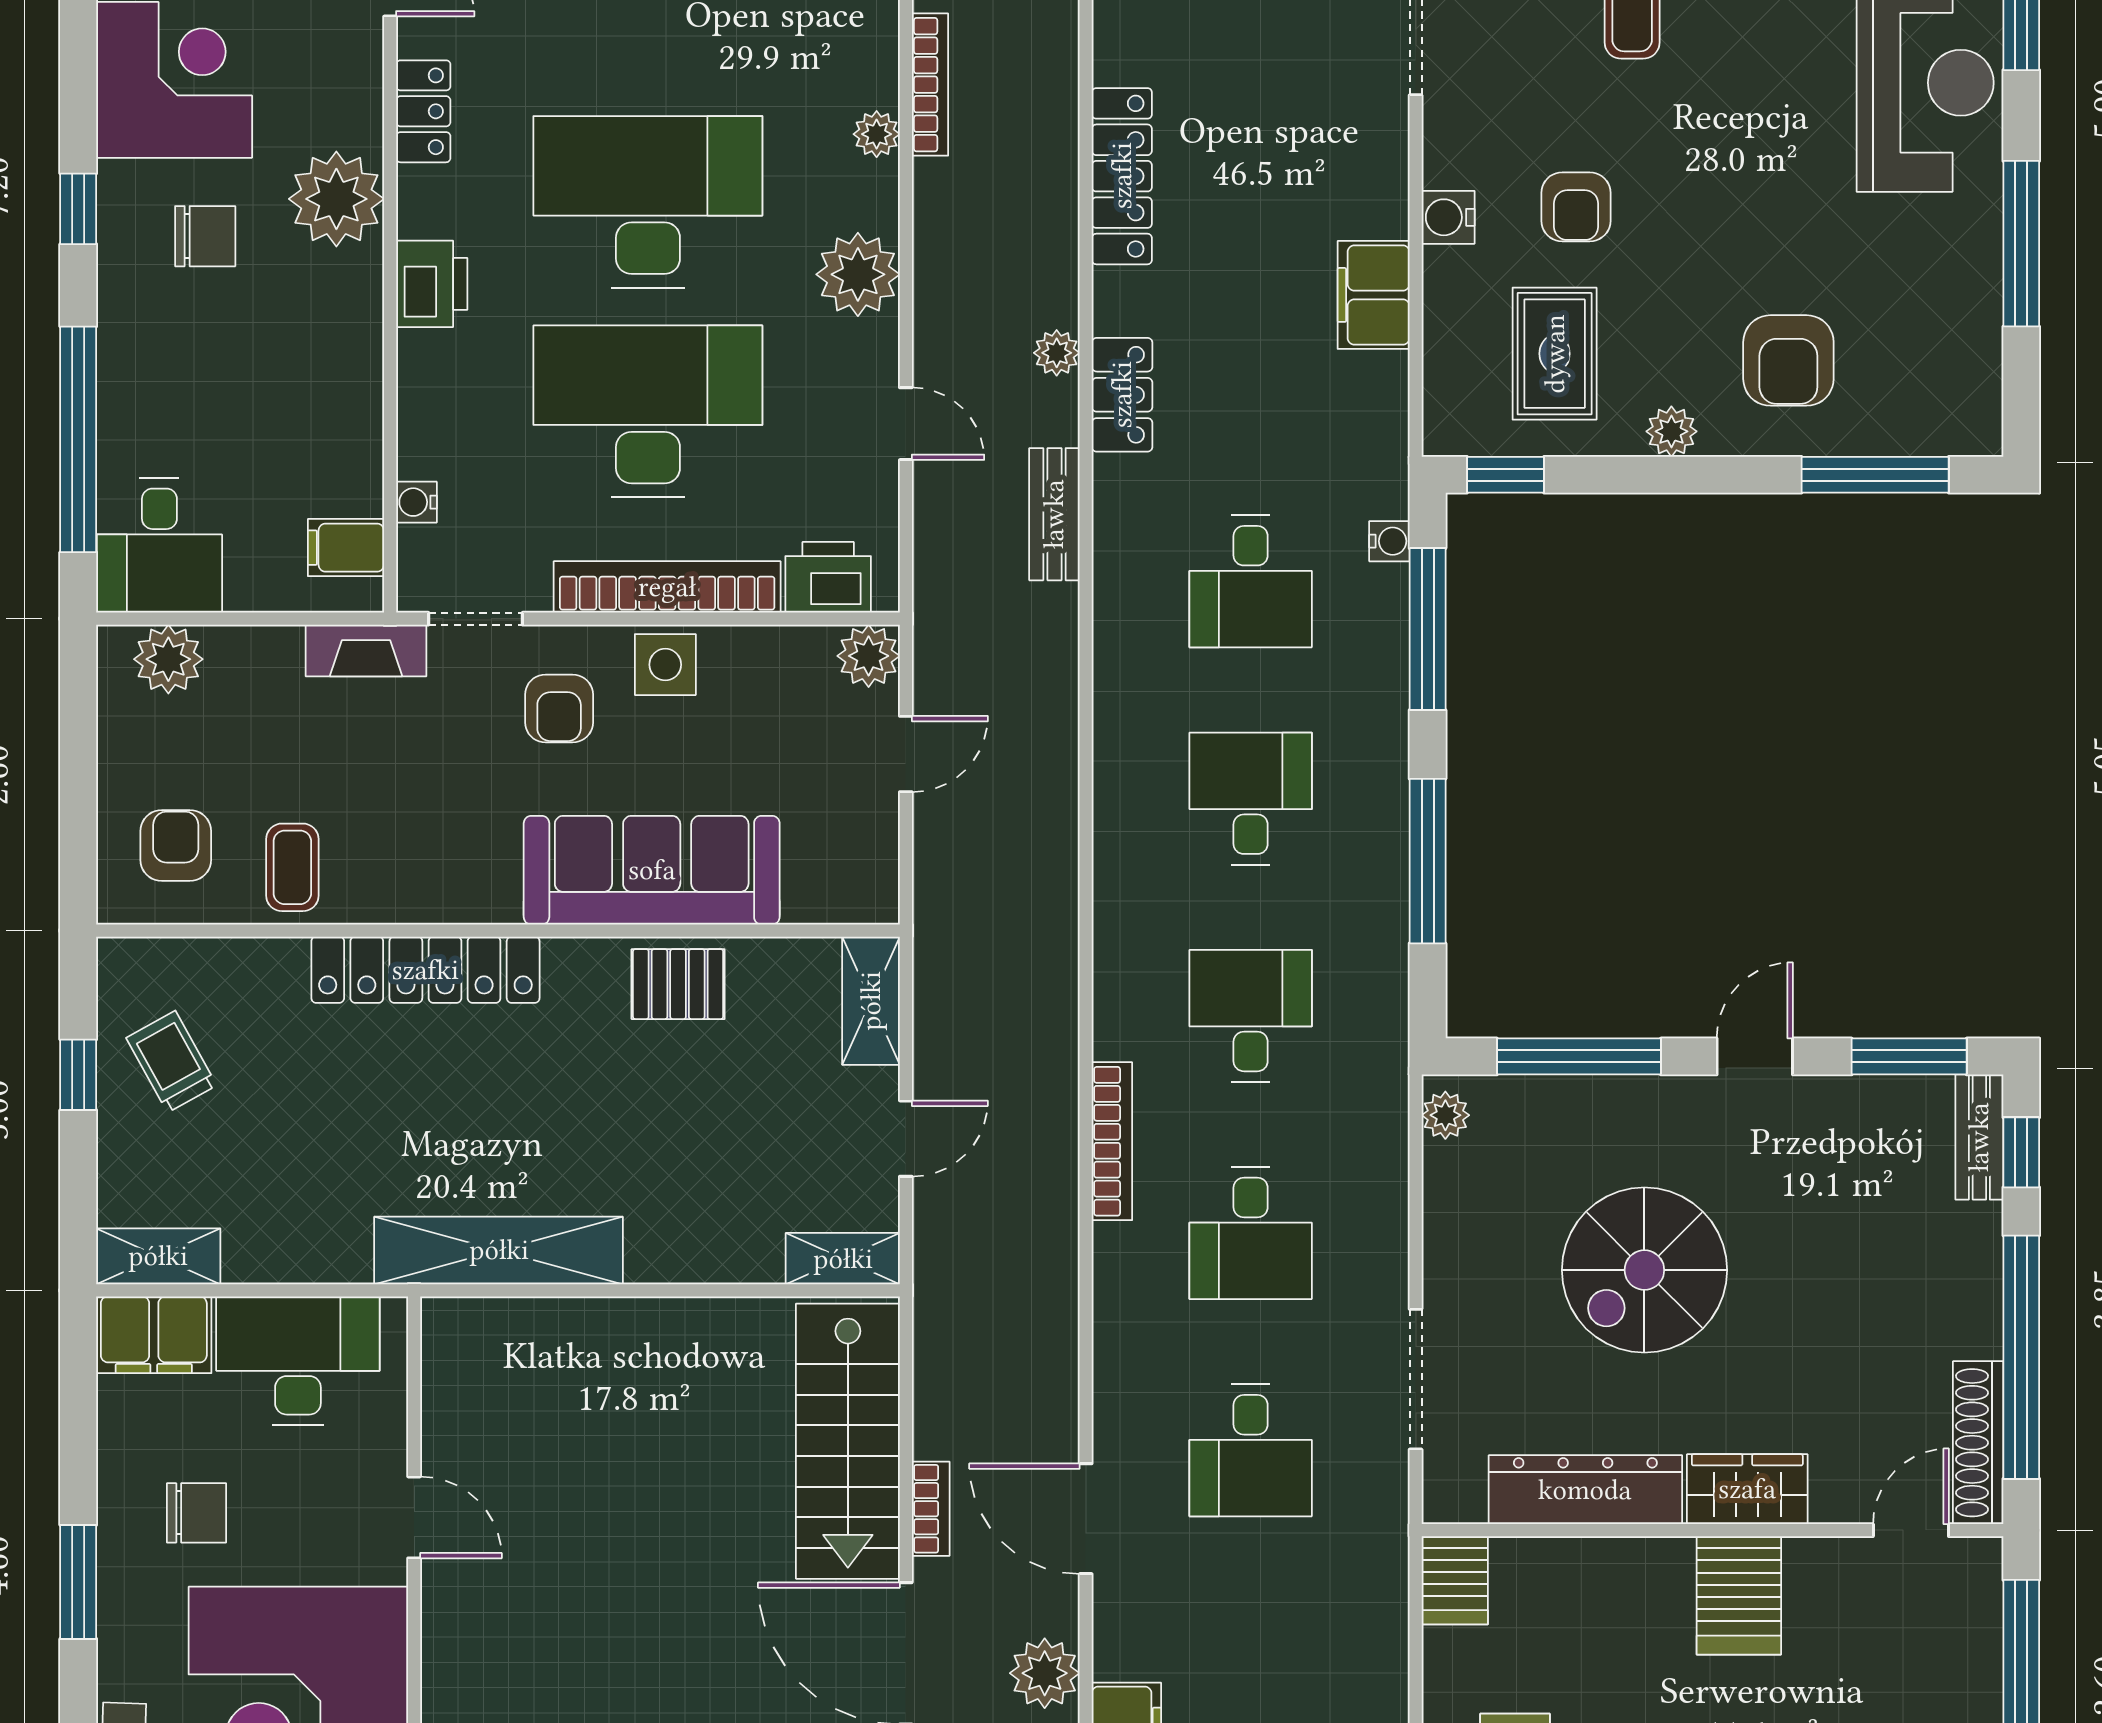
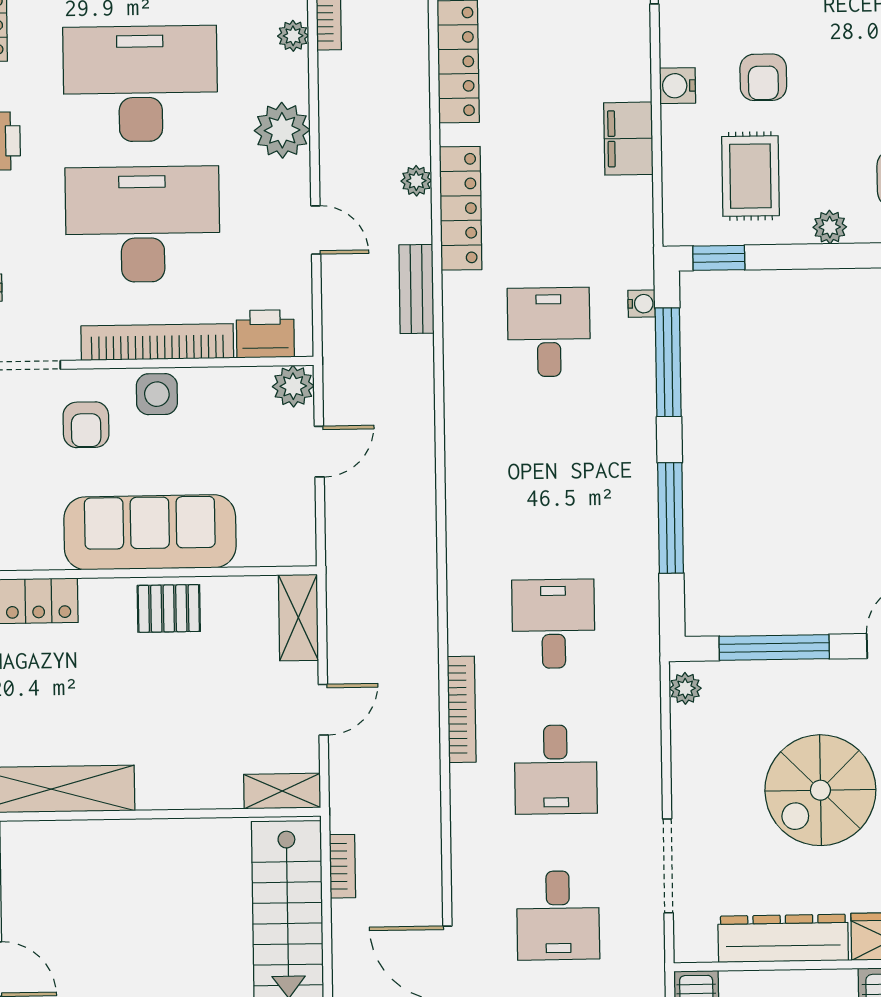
locker: (1122, 395) -> (461, 208), width x1.53
desk: (1251, 581) -> (549, 332), turned 180
desk: (1251, 799) -> (551, 478), removed
bookcase: (931, 1509) -> (342, 866), moved

